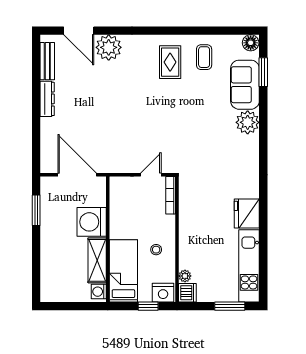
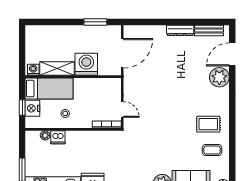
nightstand: (163, 293) -> (32, 108), moved
dishwasher: (187, 293) -> (58, 137), moved

